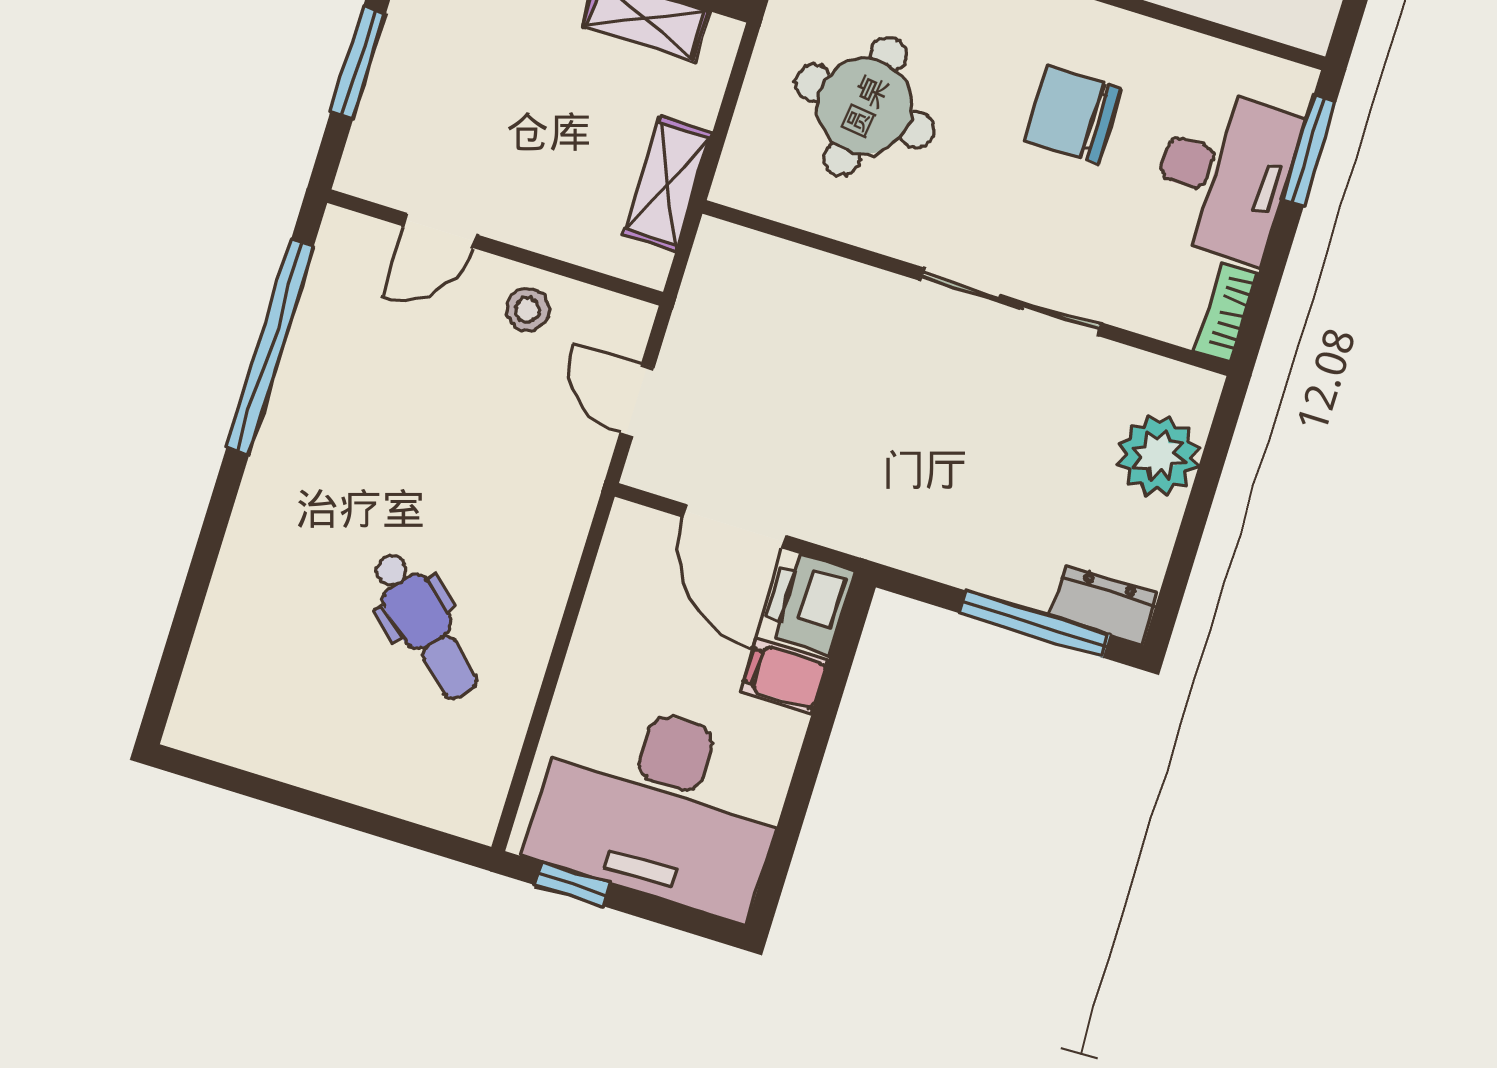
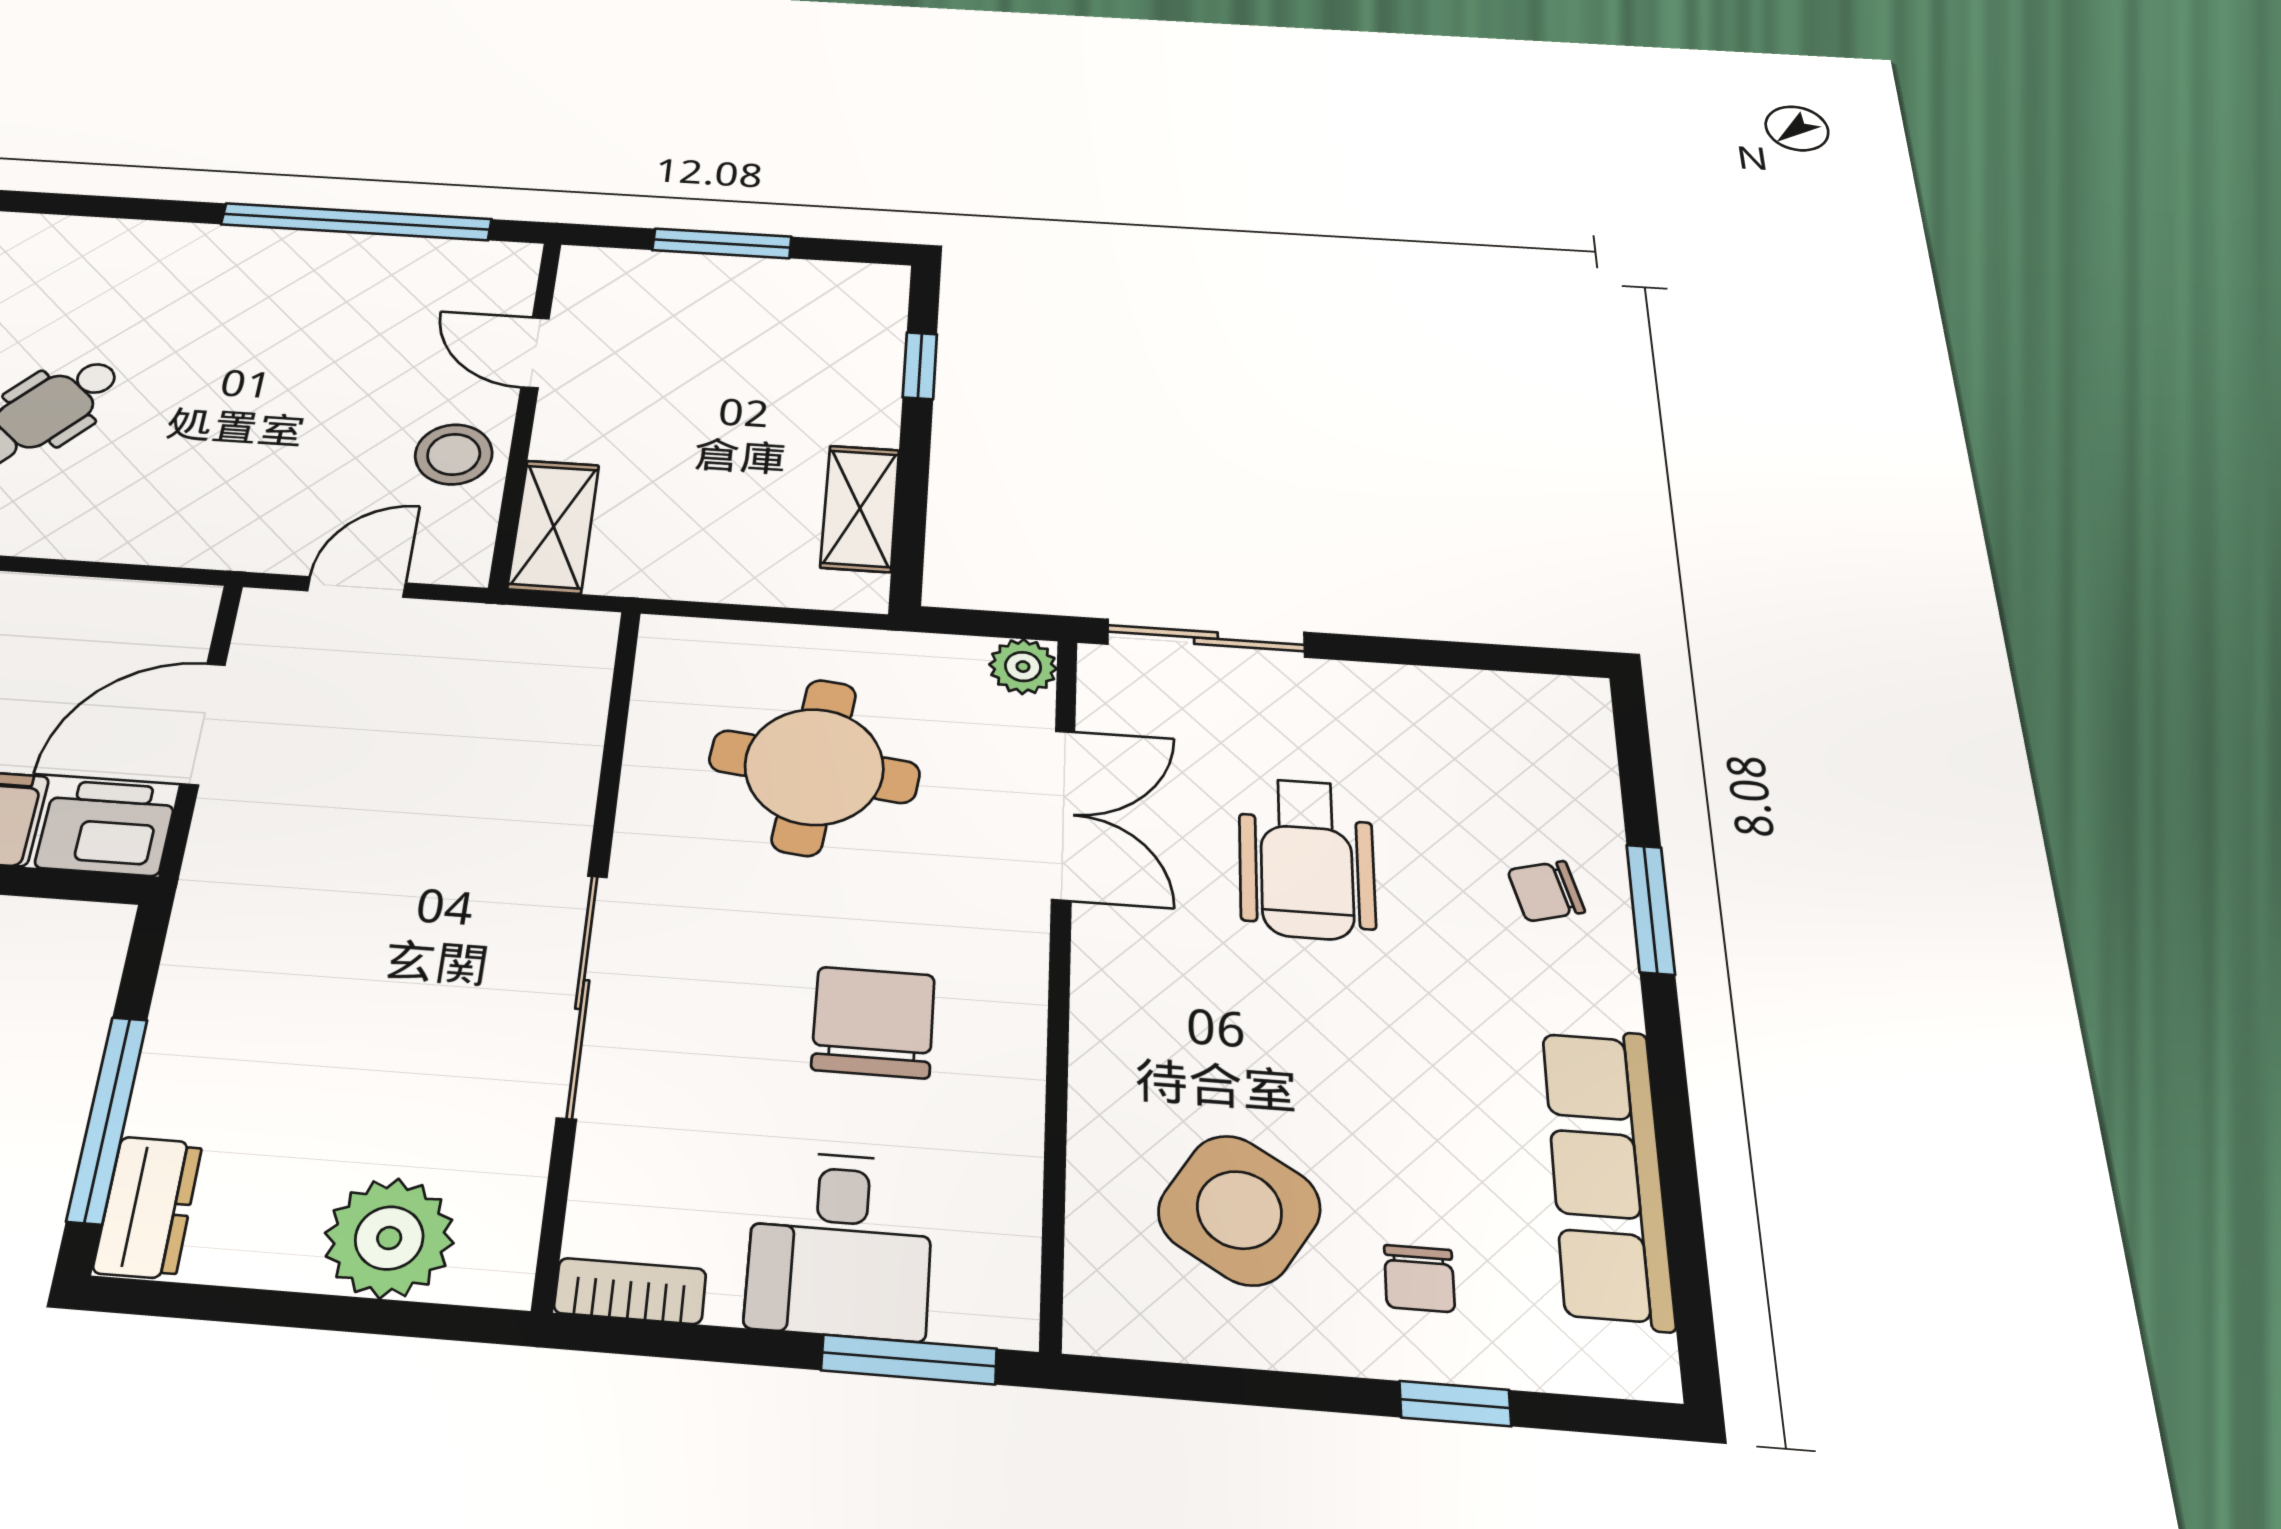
desk: (1224, 174) -> (840, 1244), width x0.73
shelving: (668, 184) -> (554, 526), moved, turned 90
stool: (528, 310) -> (454, 454), width x1.37, depth x1.37

